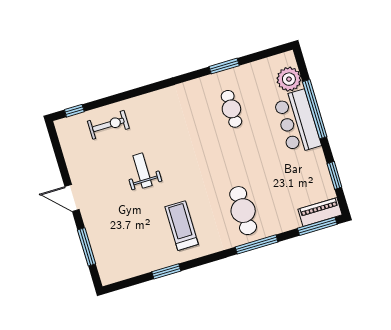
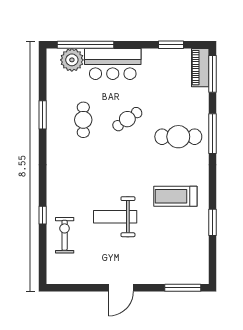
cafe table: (231, 109) -> (83, 120), turned 90
window: (315, 109) -> (85, 45), moved
window: (74, 111) -> (43, 215), moved
cafe table: (245, 153) -> (127, 119), added
weight bench: (143, 171) -> (115, 217), width x1.36, depth x1.33
window: (87, 247) -> (183, 288), moved

